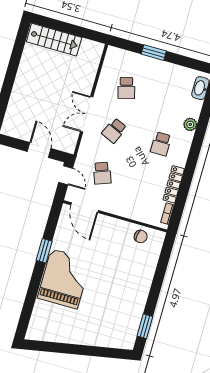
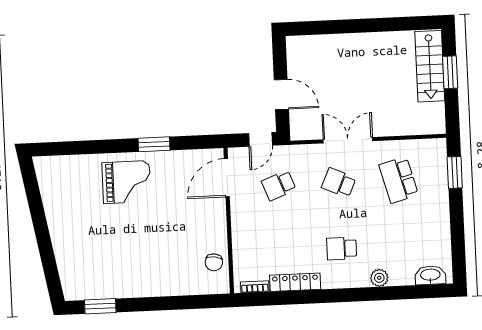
window: (63, 27) -> (450, 72), added
window: (154, 53) -> (455, 172), moved
school desk: (126, 88) -> (399, 180), width x1.85
door: (39, 150) -> (281, 95), hinge flipped
grand piano: (64, 279) -> (127, 182), width x0.73, depth x0.68

